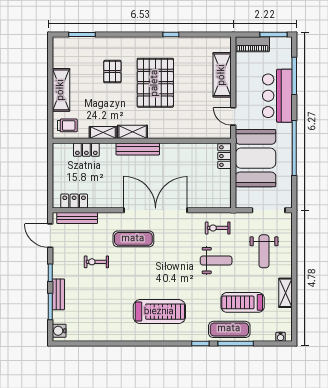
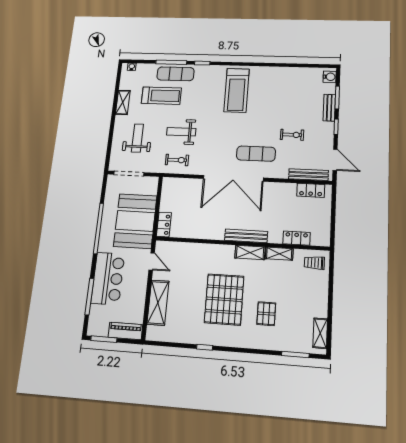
shelving: (61, 90) -> (320, 333), moved, width x0.67, depth x0.75
treadmill: (159, 312) -> (237, 90), turned -90

